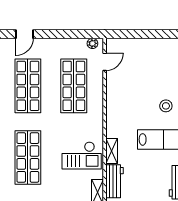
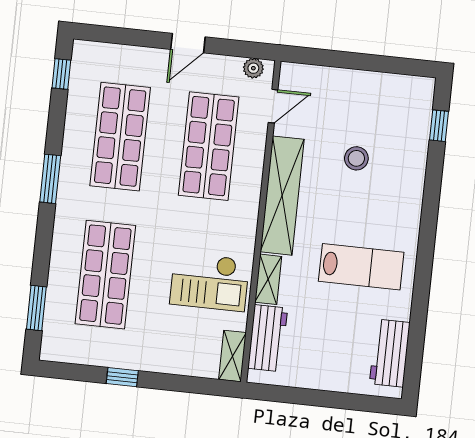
door: (25, 34) -> (188, 43), moved
stool: (166, 106) -> (356, 158), moved
shelving: (114, 107) -> (282, 196), added

